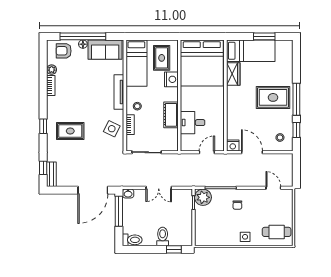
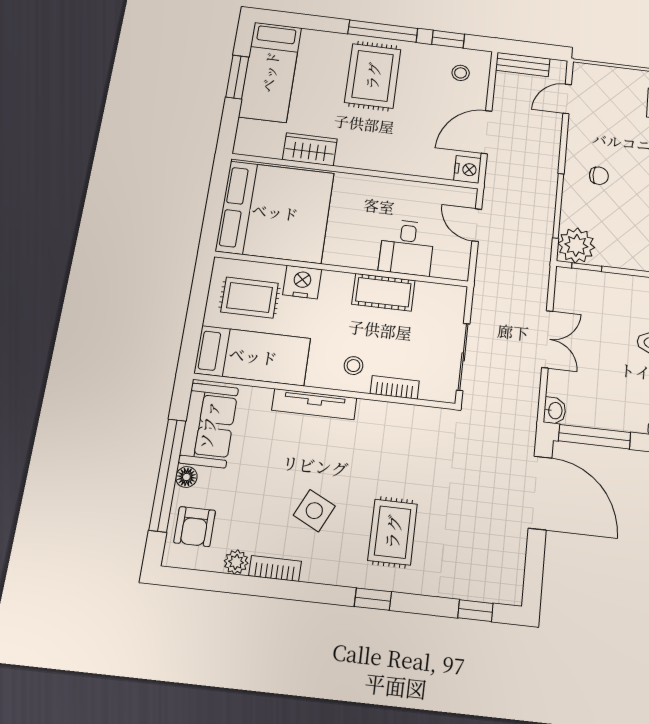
bed: (251, 51) -> (270, 72), moved, turned 180
side table: (112, 129) -> (314, 511), moved
bench: (51, 174) -> (523, 64), moved

